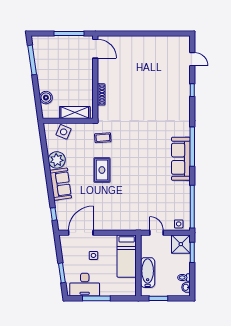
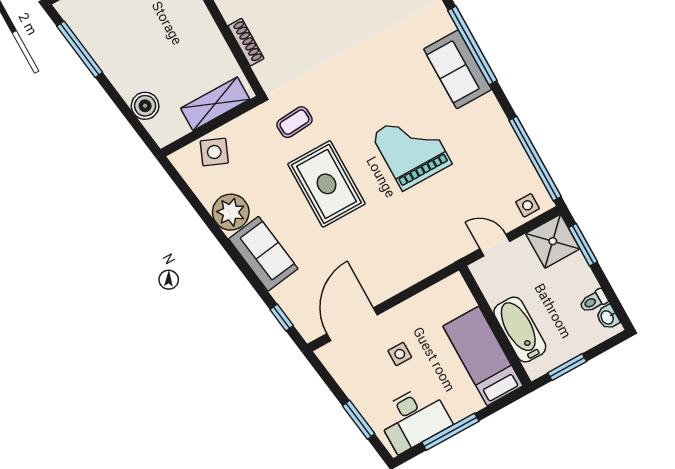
sofa: (181, 159) -> (458, 69), width x0.73
rug: (102, 170) -> (326, 184), width x1.36, depth x1.43
grand piano: (144, 175) -> (412, 149), added
bed: (127, 256) -> (483, 356), moved, turned 180

